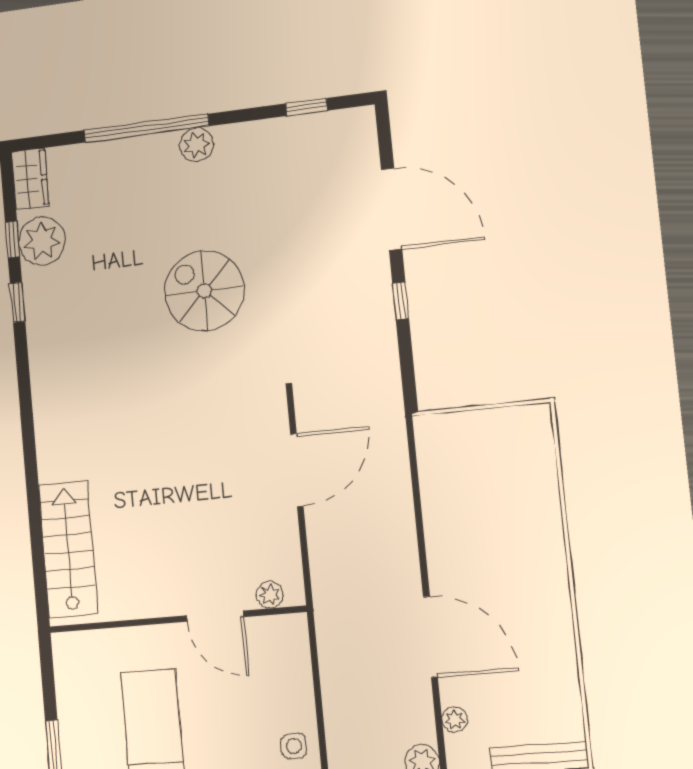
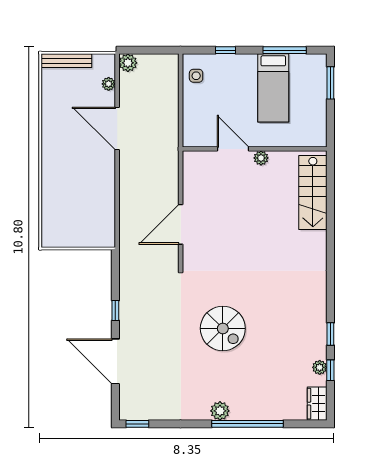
window: (307, 107) -> (137, 424), moved
plant: (42, 241) -> (320, 367), width x0.53, depth x0.53
plant: (270, 595) -> (261, 158), moved

